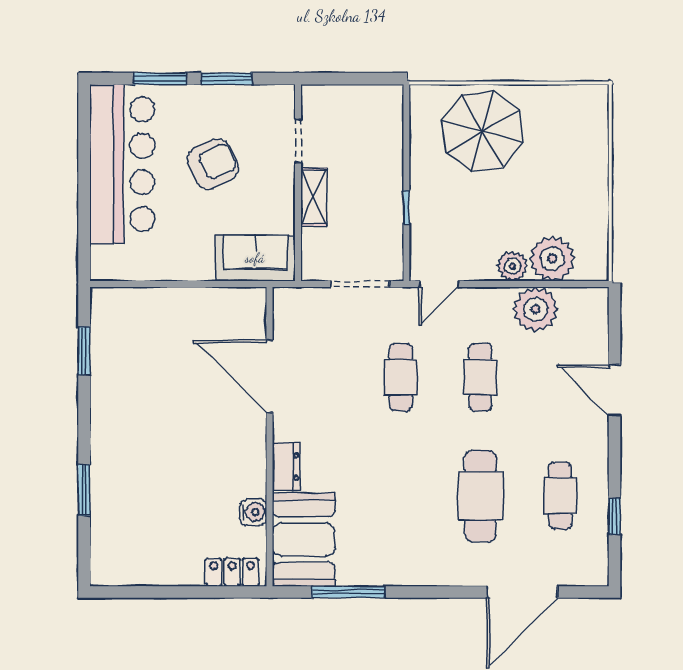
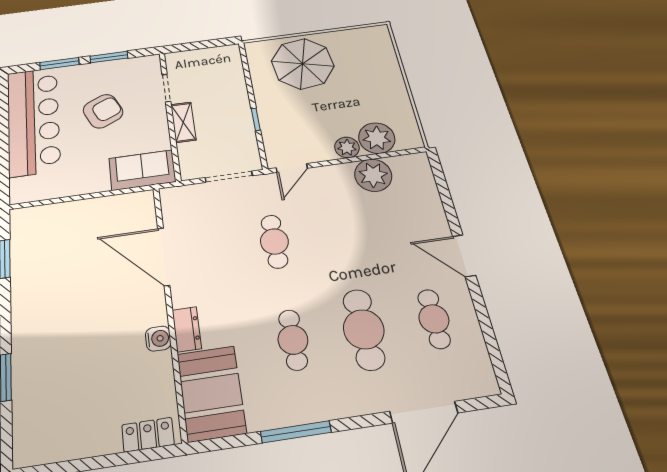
cafe table: (480, 377) -> (293, 340), moved
door: (615, 390) -> (464, 256), moved
water cooler: (253, 512) -> (158, 339), moved
window: (615, 516) -> (487, 330), removed
window: (348, 592) -> (296, 432), moved

